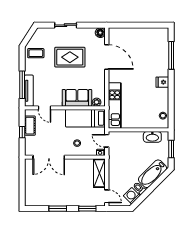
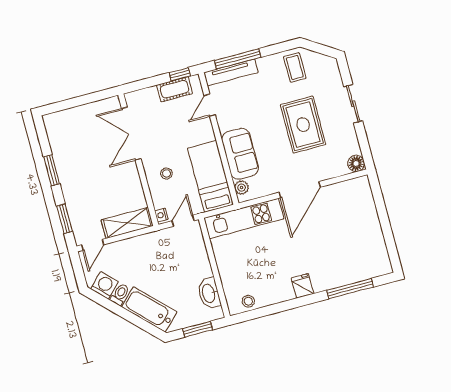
door: (107, 57) -> (300, 190), moved
window: (22, 132) -> (180, 74), moved

